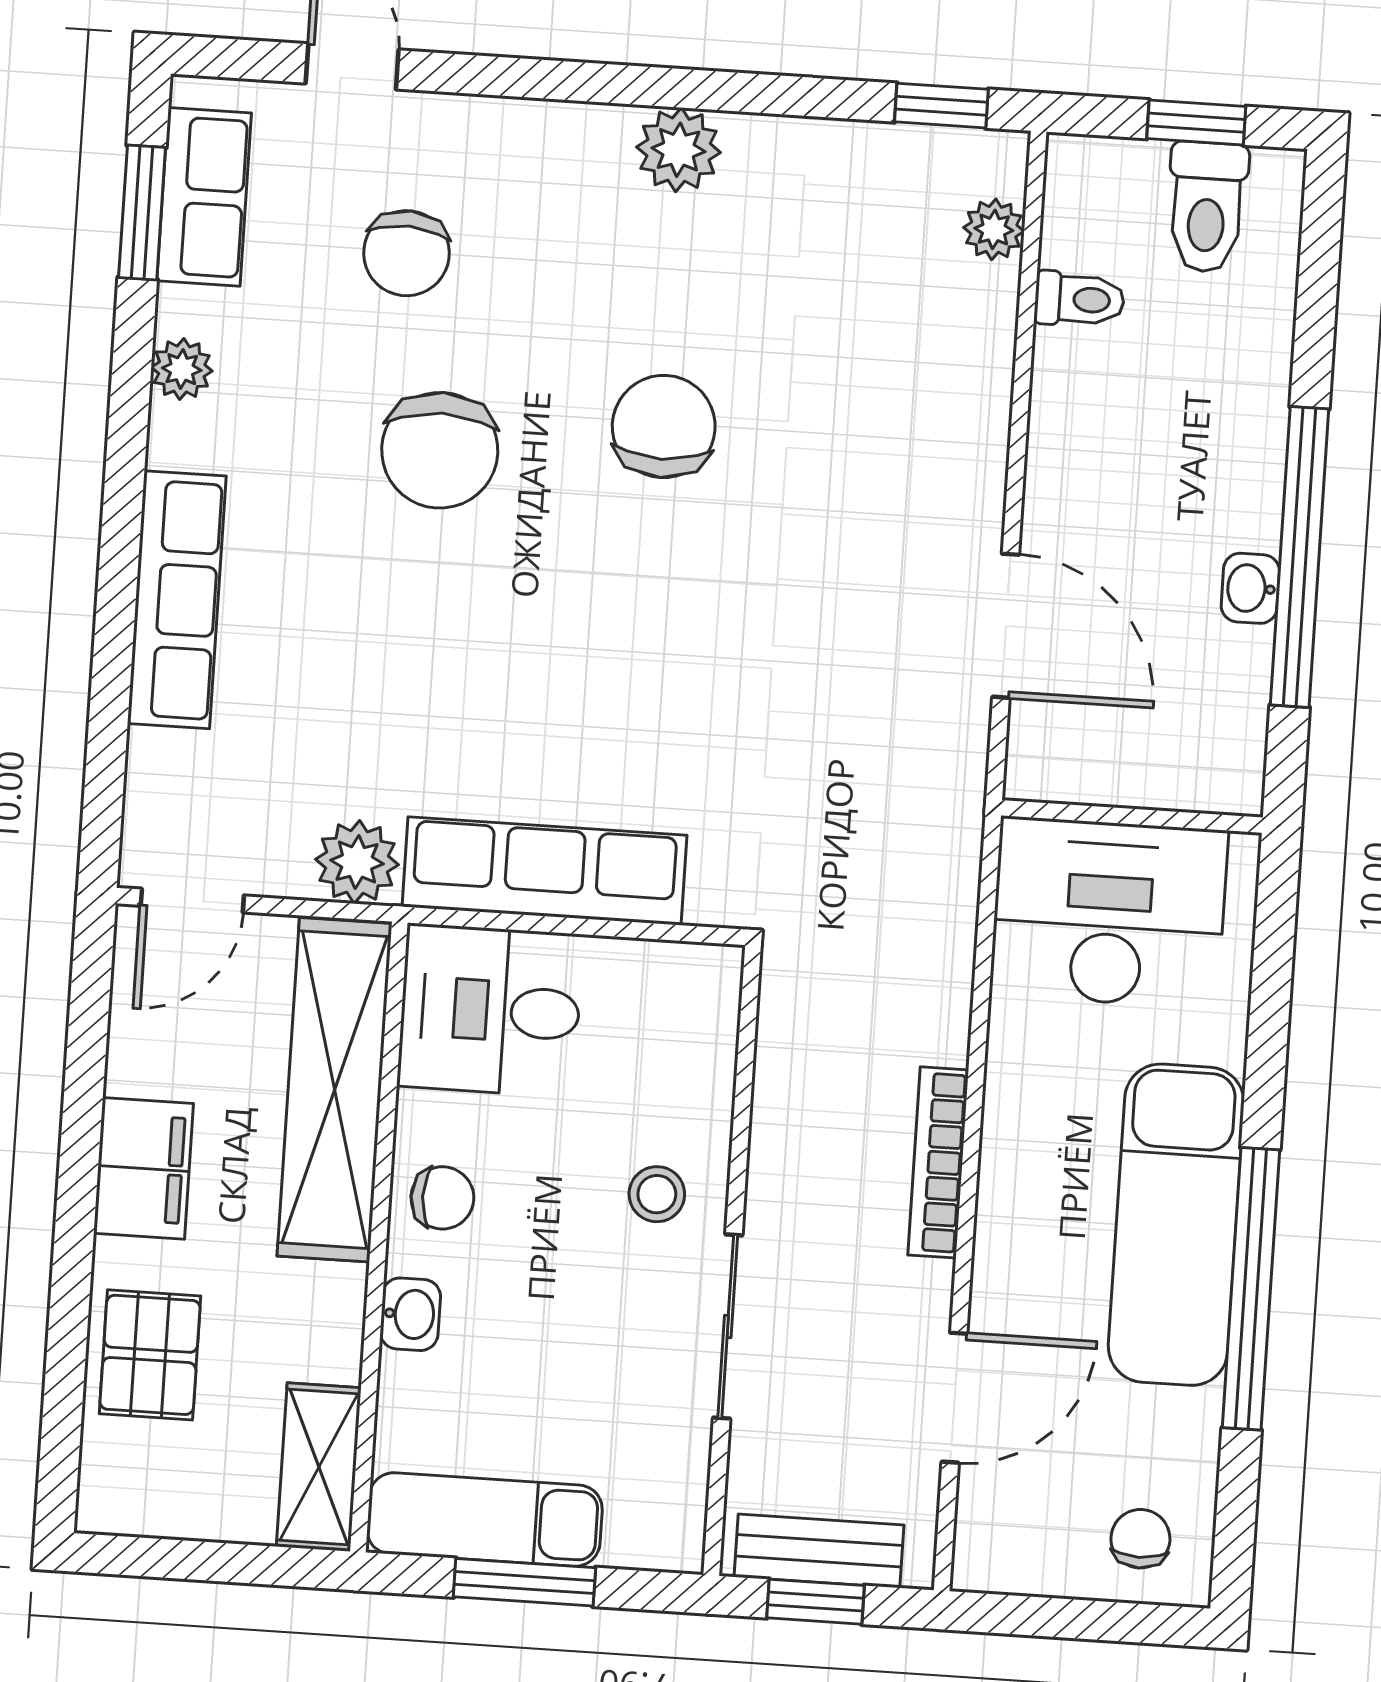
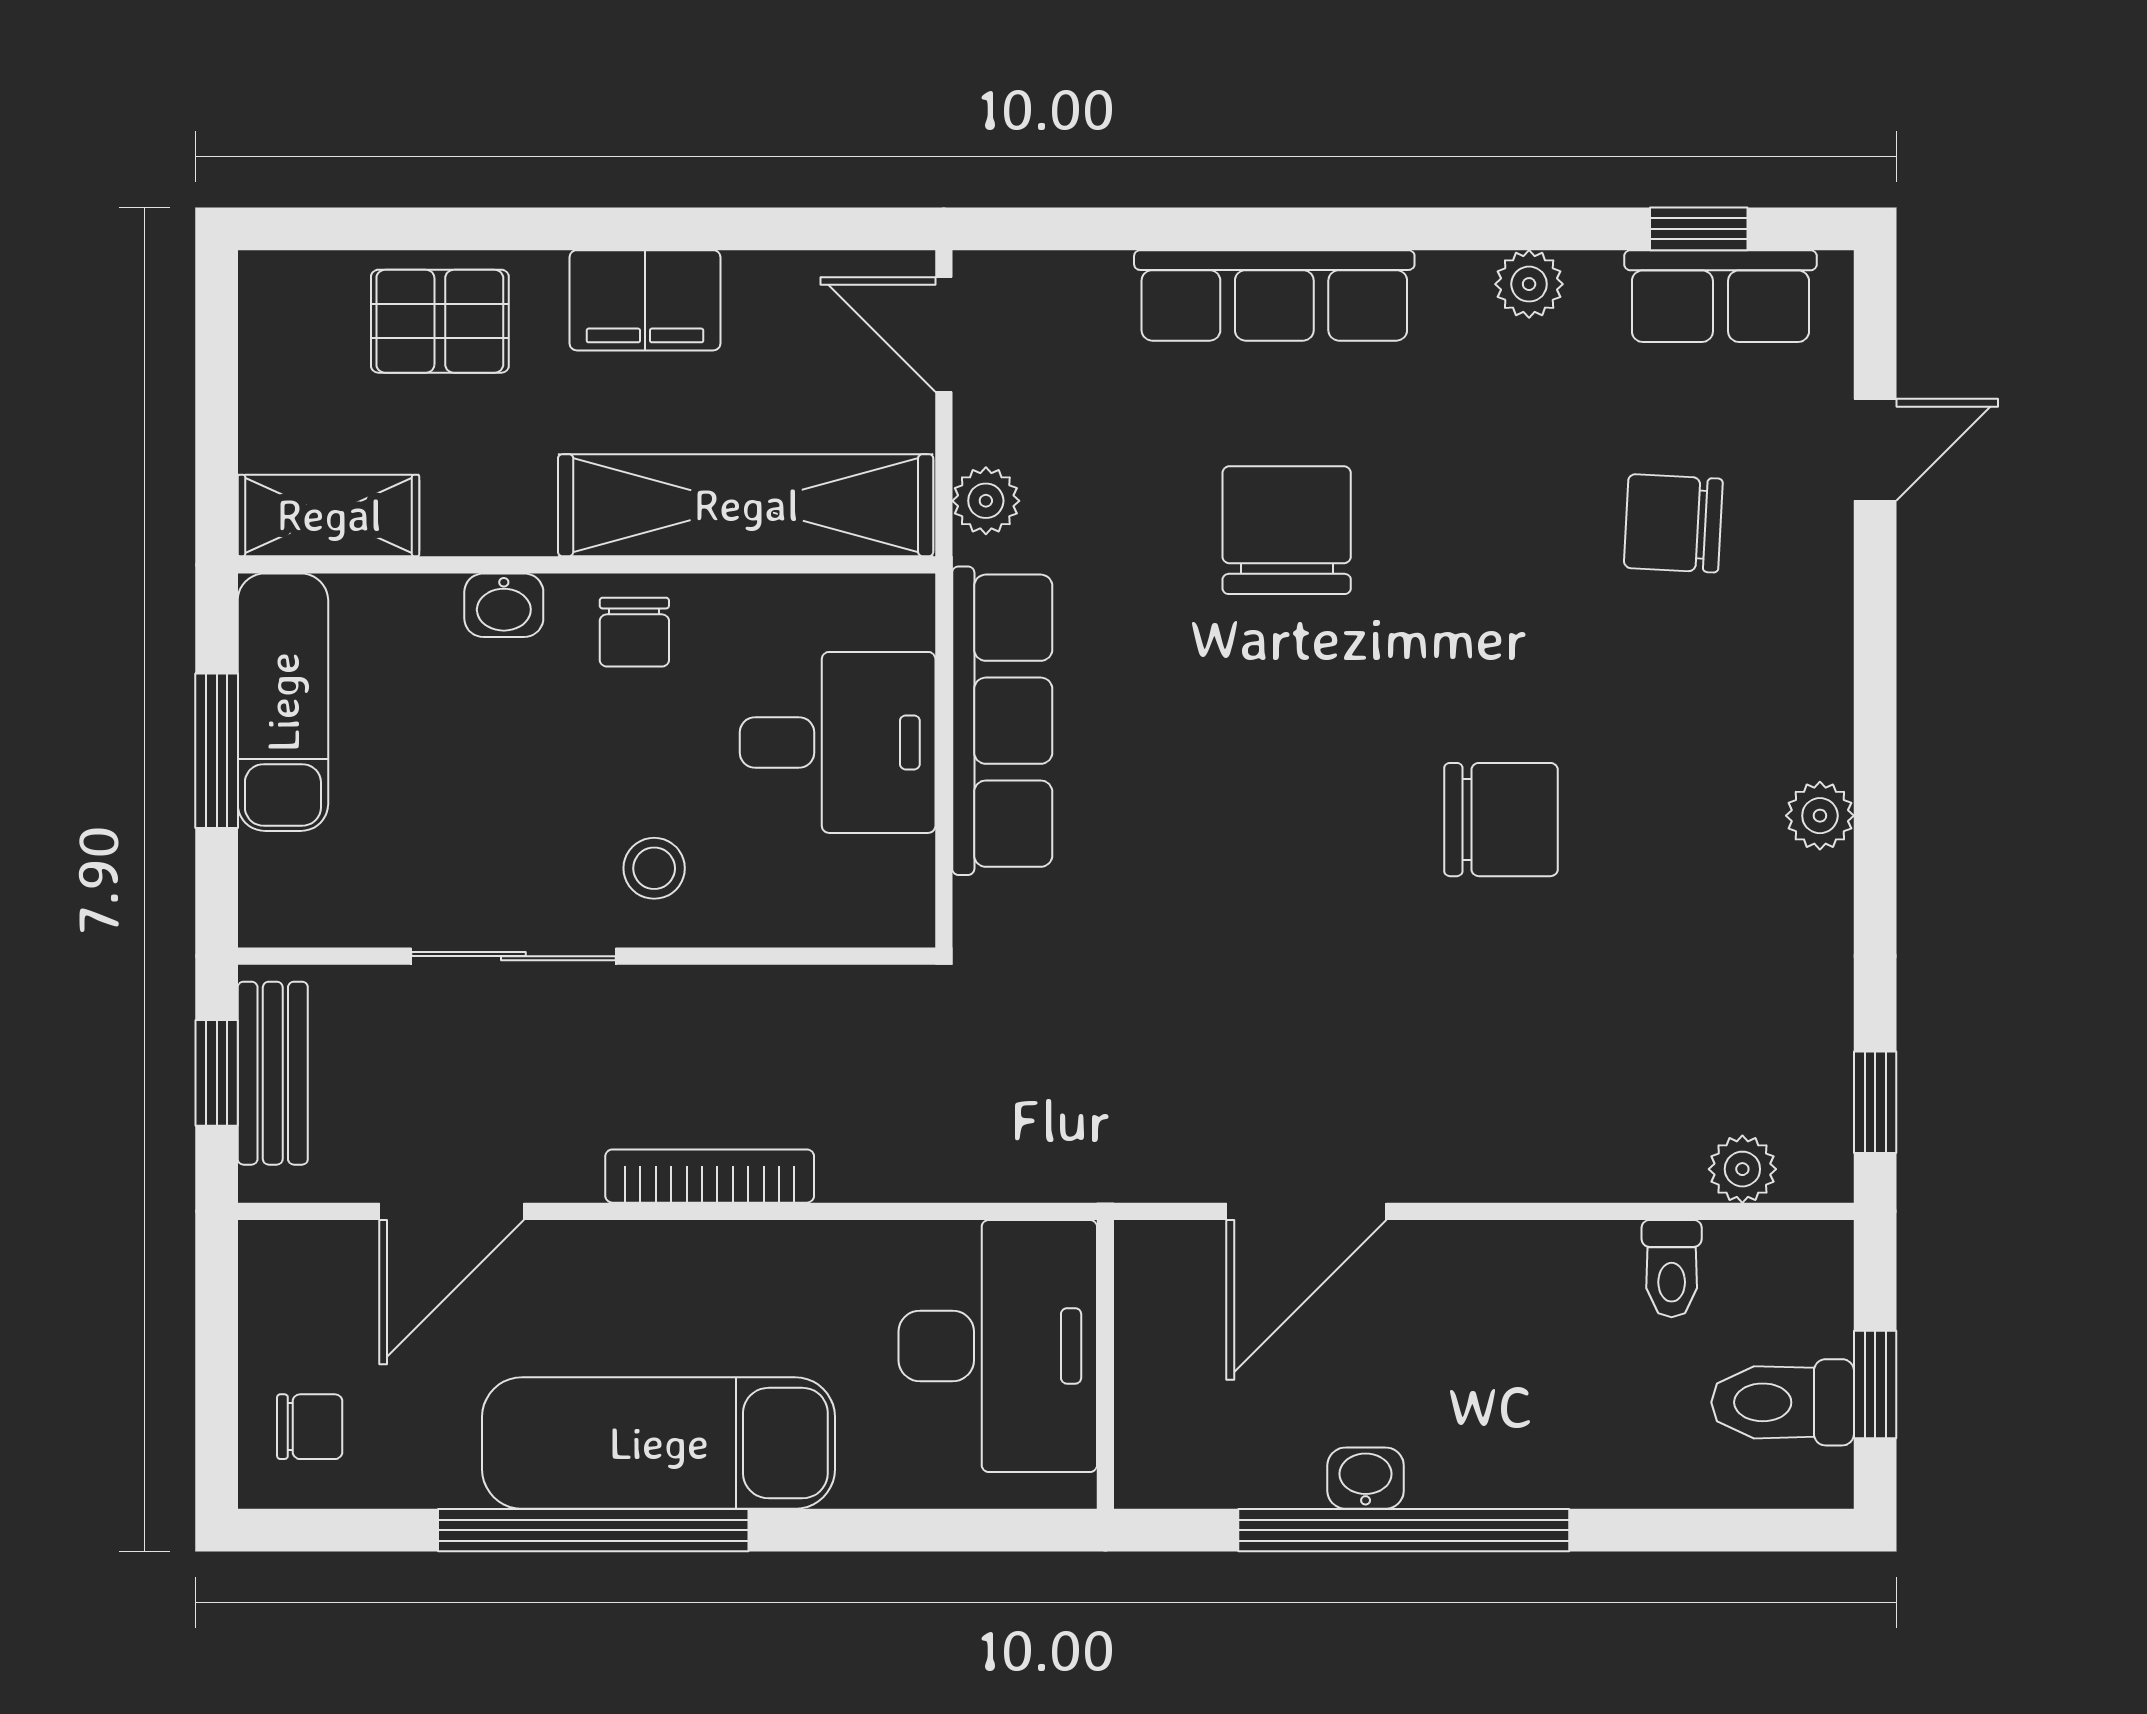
plant: (679, 150) -> (1820, 816), width x0.73, depth x0.73
window: (142, 212) -> (1699, 229), width x0.67
chair: (440, 450) -> (1287, 530), moved, turned 90
plant: (357, 862) -> (986, 501), width x0.73, depth x0.73
desk: (490, 1010) -> (838, 742), moved, turned 90
door: (954, 1398) -> (452, 1211), hinge flipped

